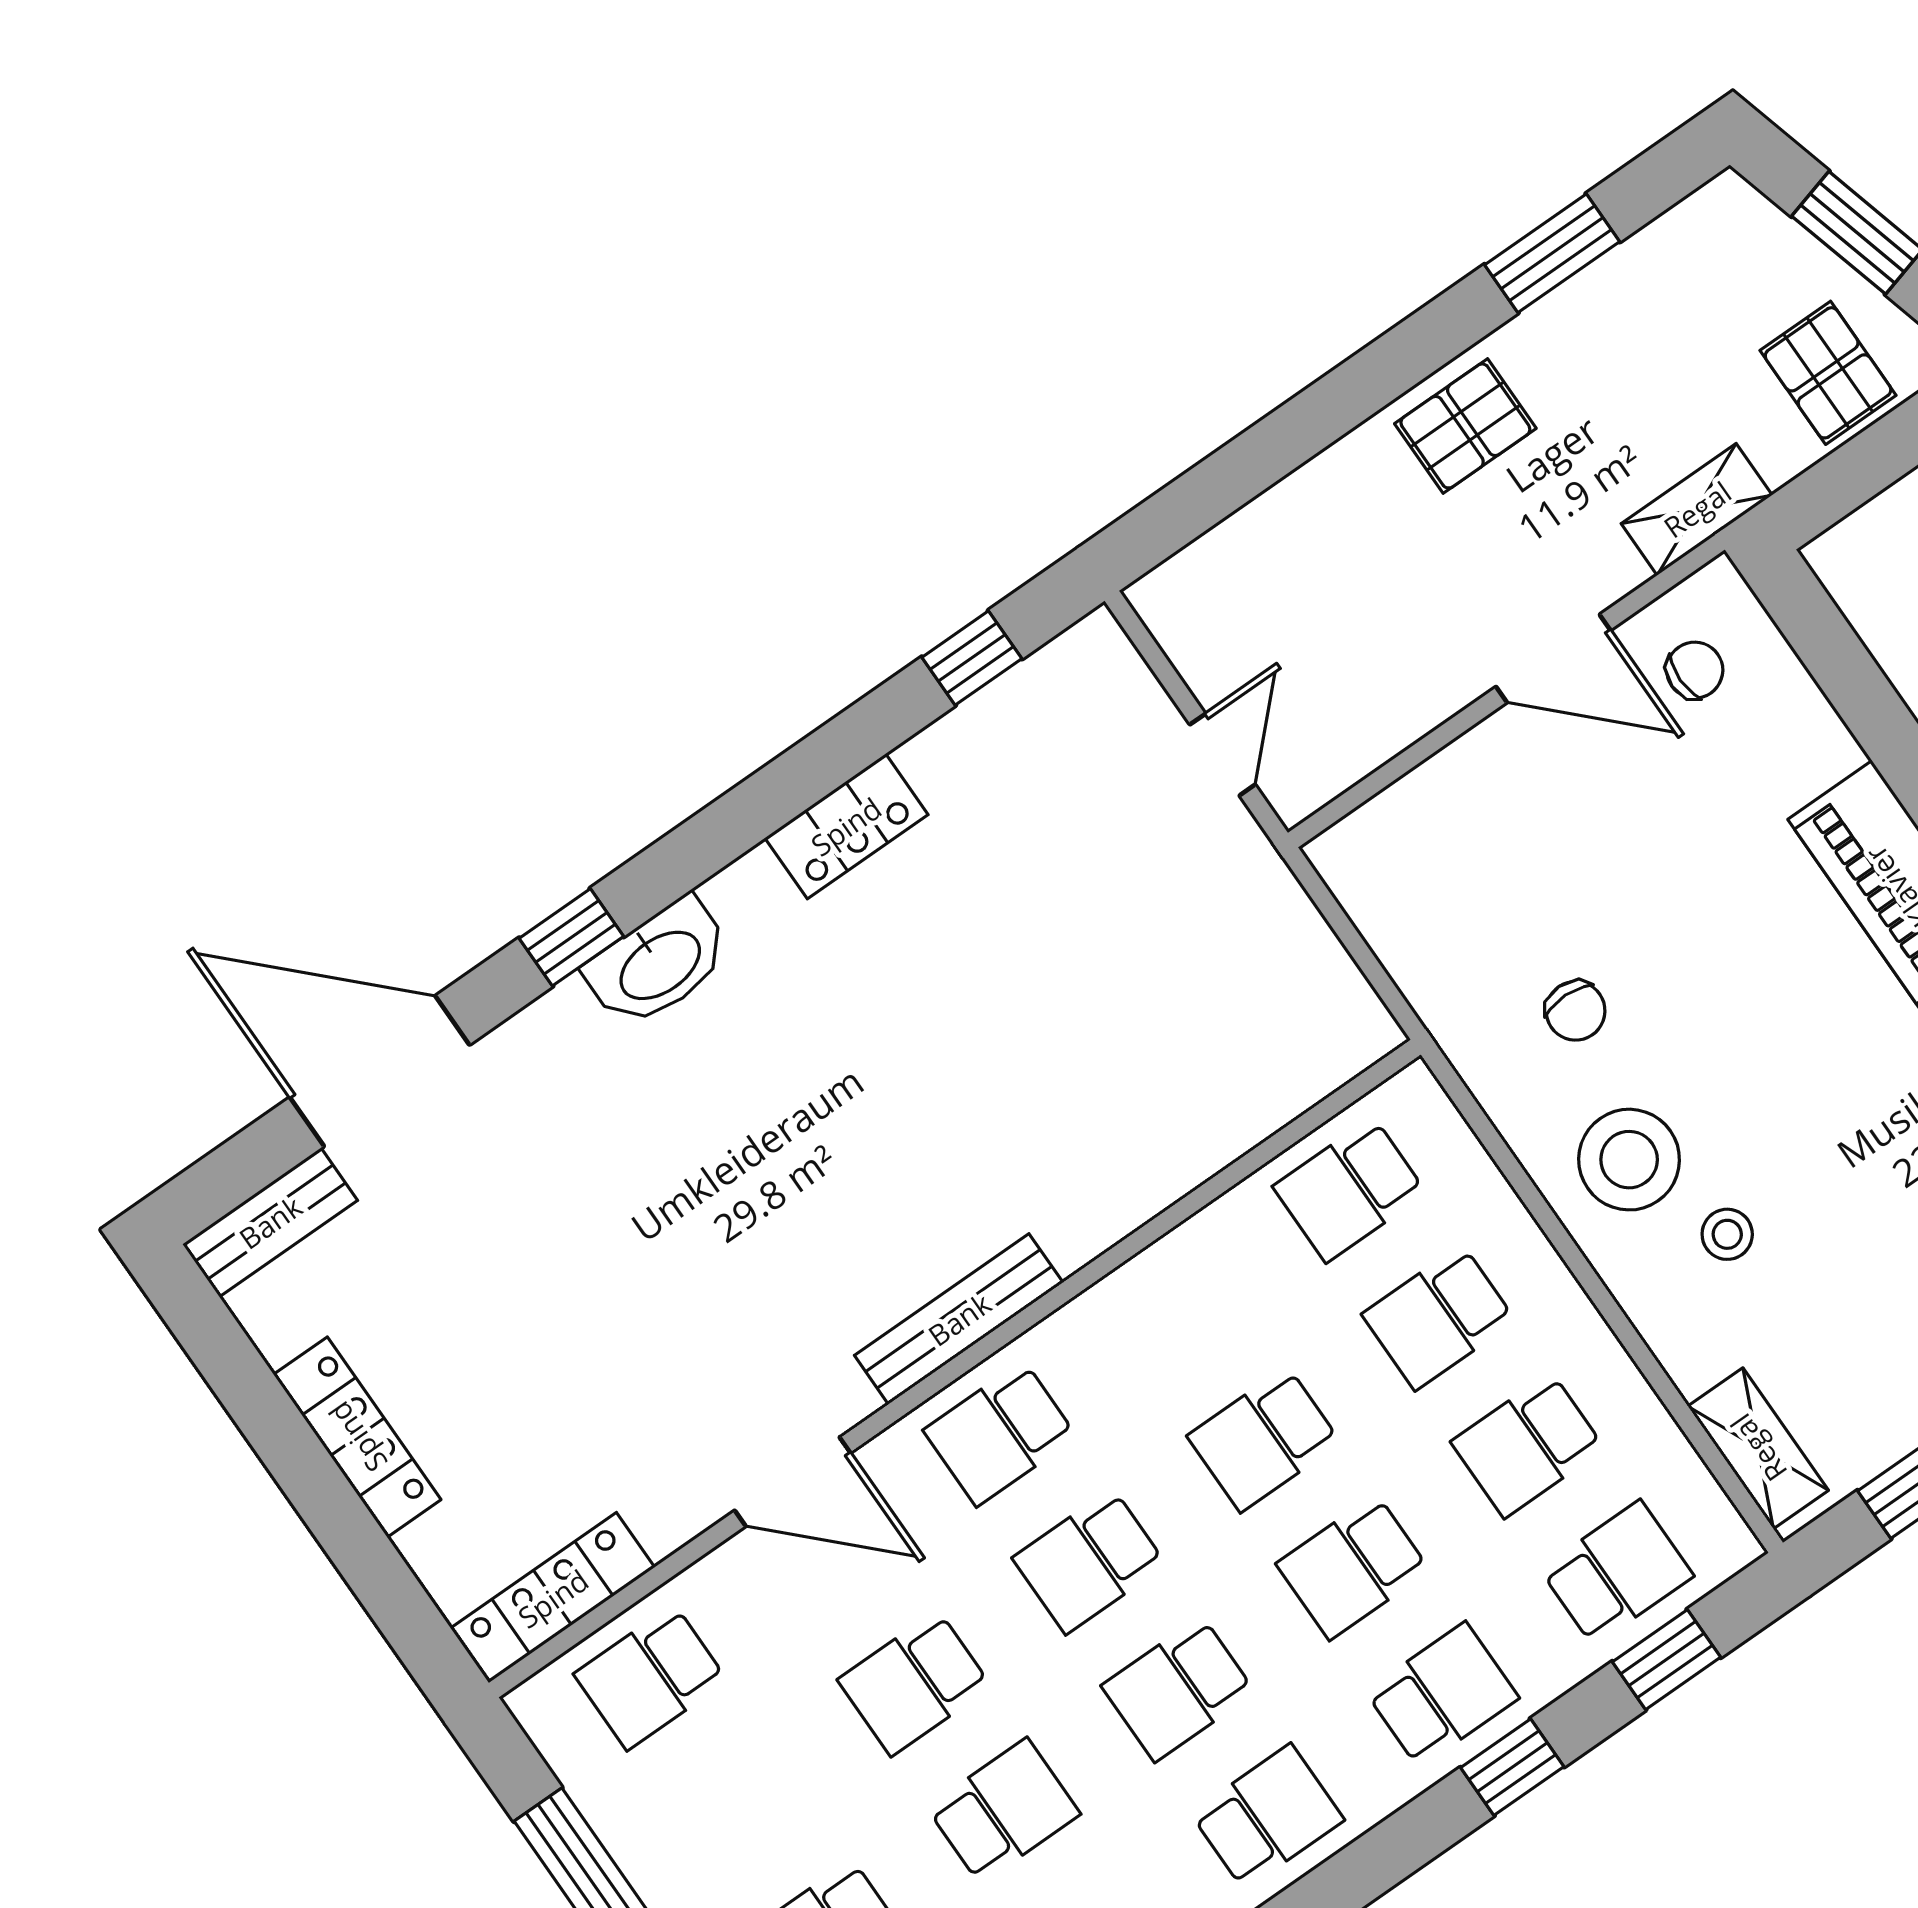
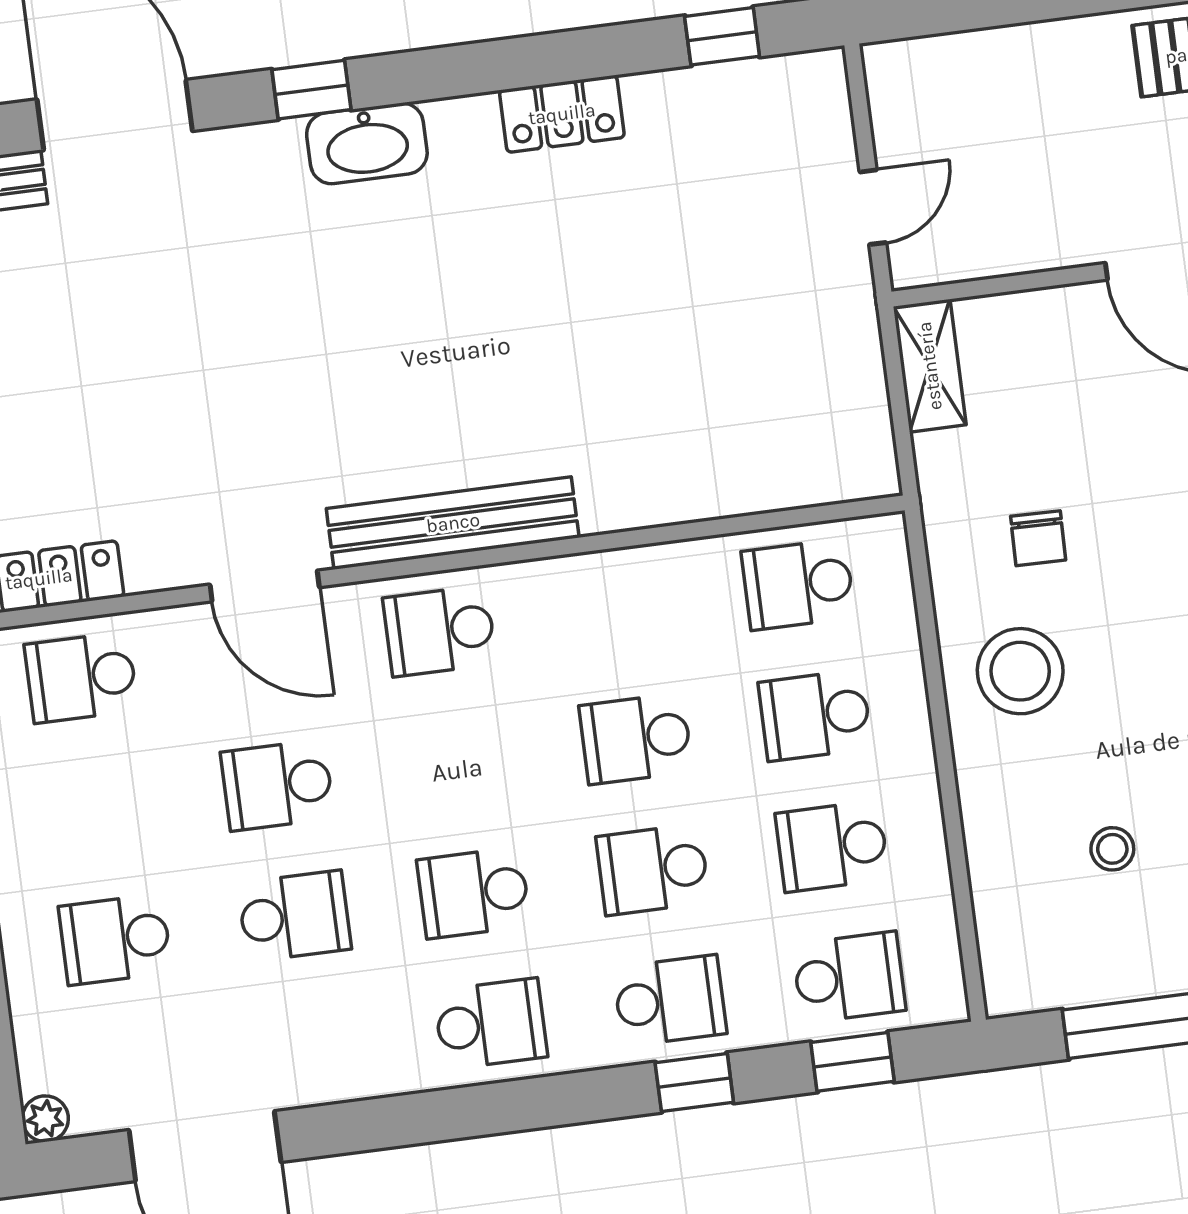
stool: (1727, 1234) -> (1112, 849), moved
bench: (959, 1319) -> (453, 523), width x1.37, depth x1.21
shelving: (1758, 1448) -> (930, 366), moved
school desk: (1089, 1561) -> (457, 762), removed

